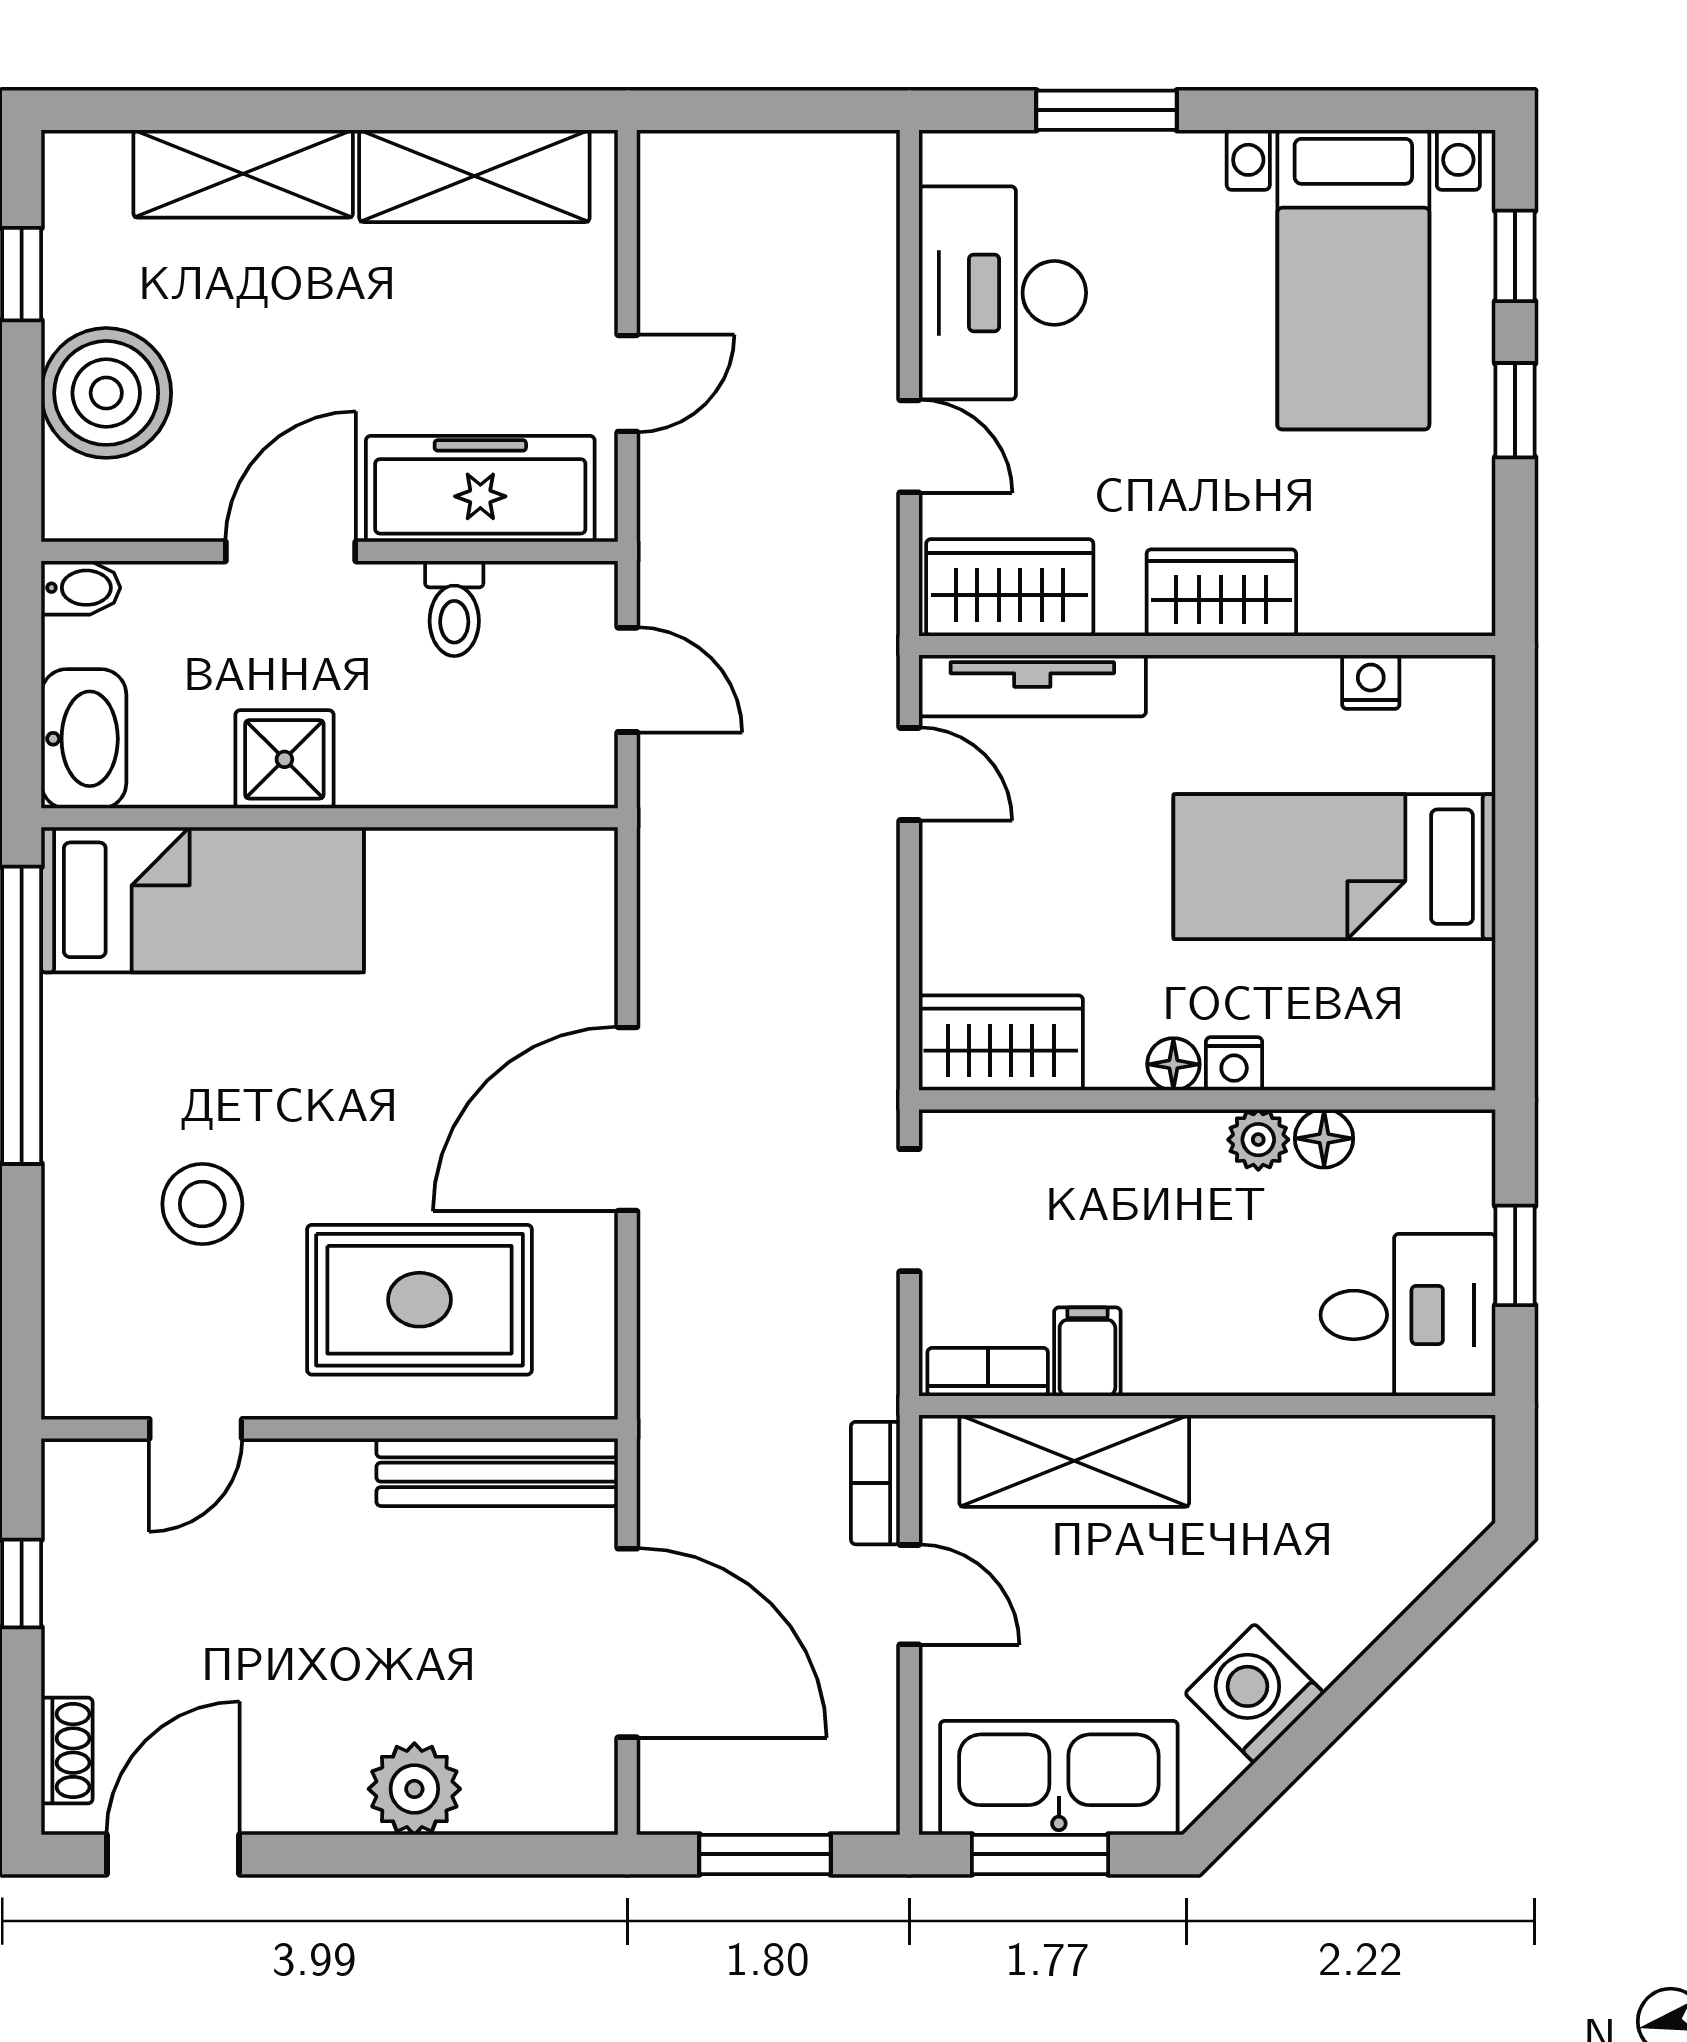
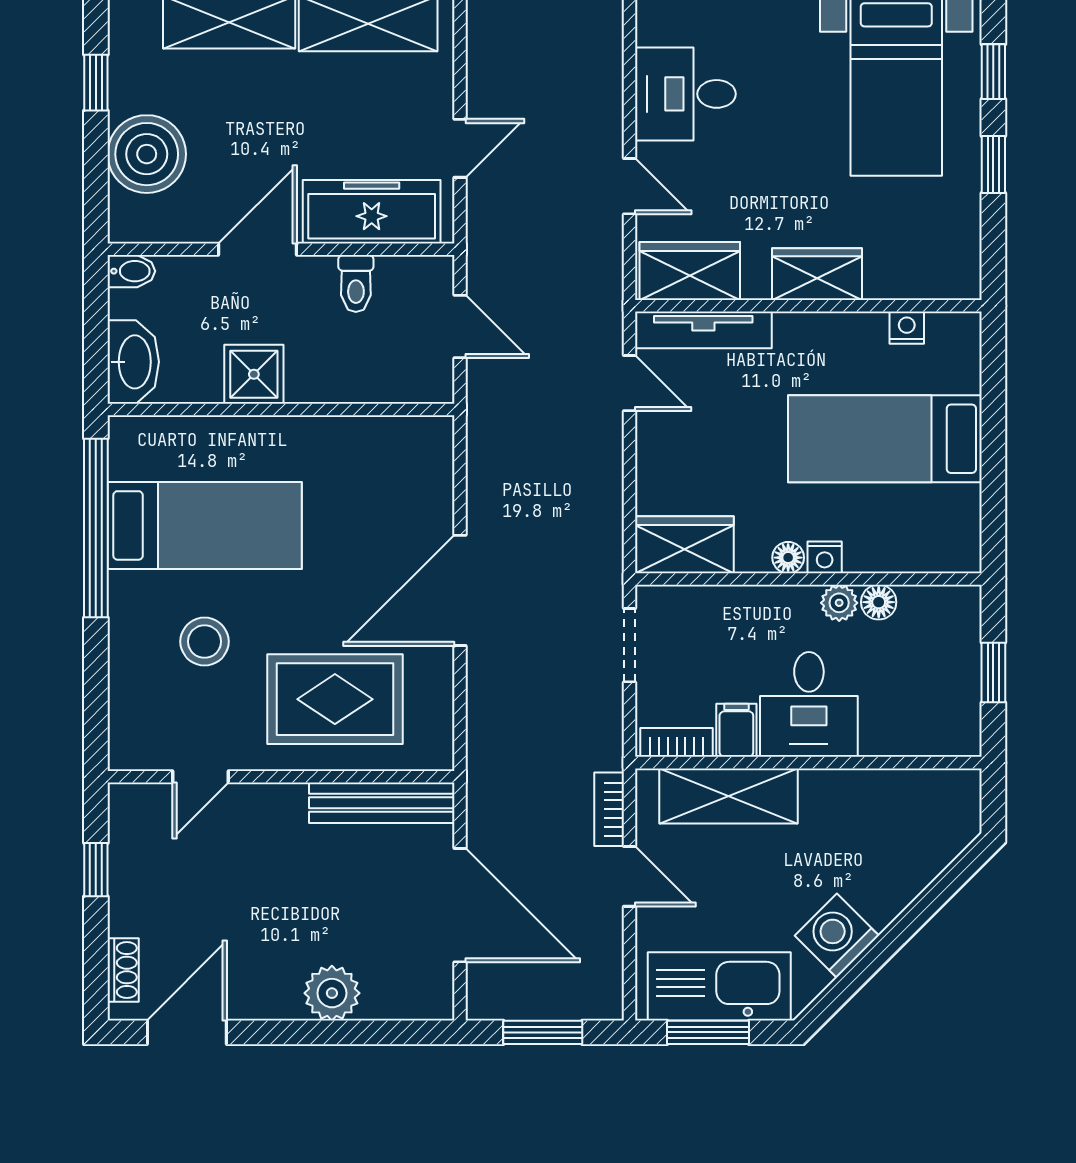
desk: (1002, 293) -> (685, 94), width x0.73
bed: (203, 900) -> (205, 525), moved
desk: (1408, 1315) -> (809, 704), moved, turned 90

